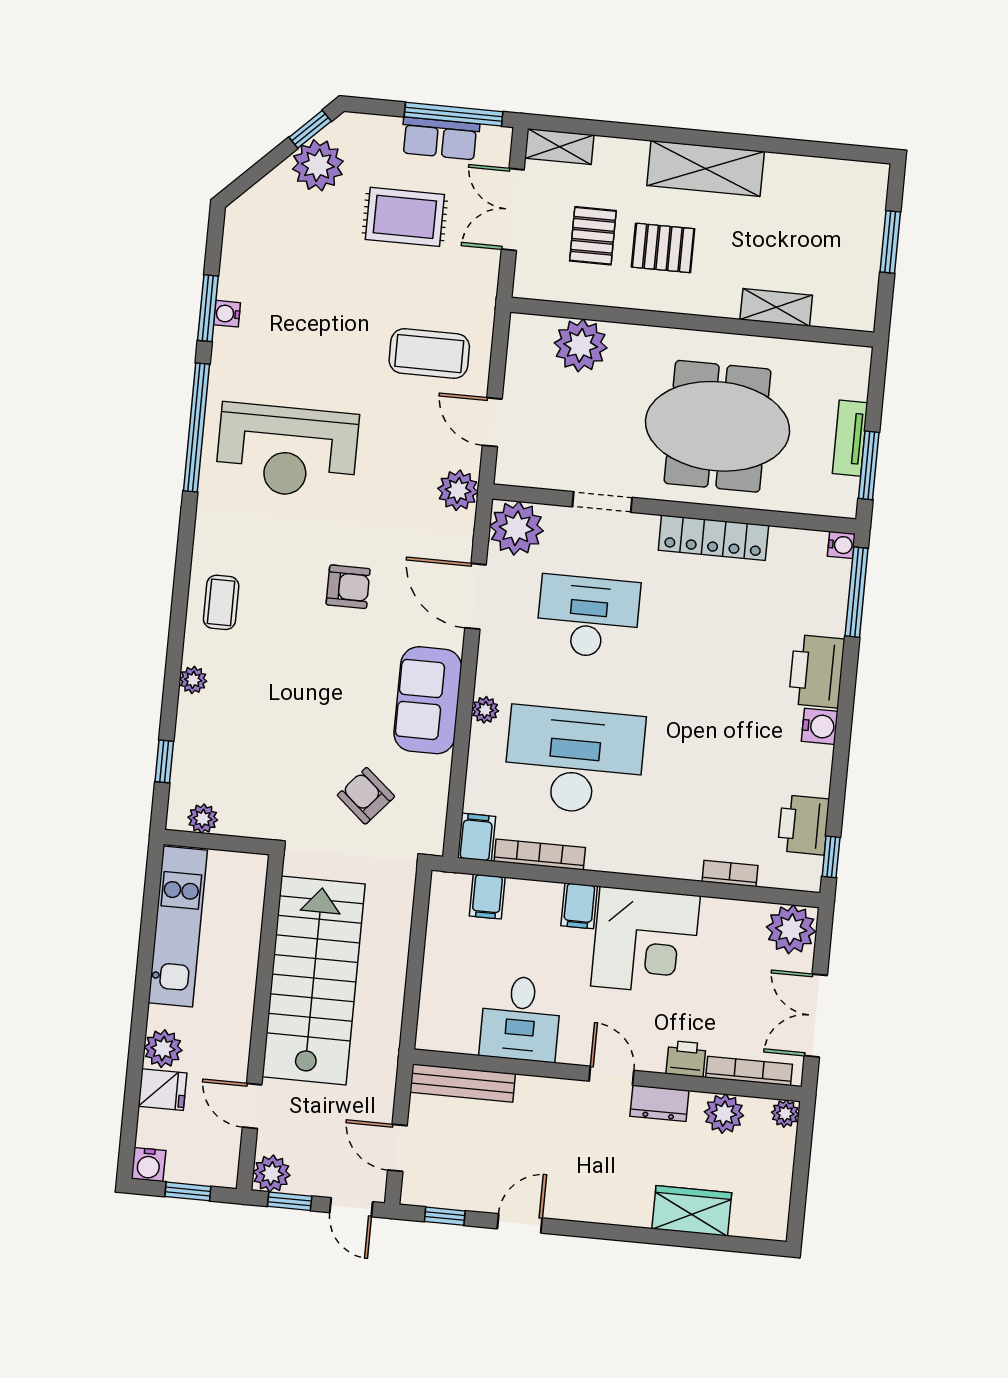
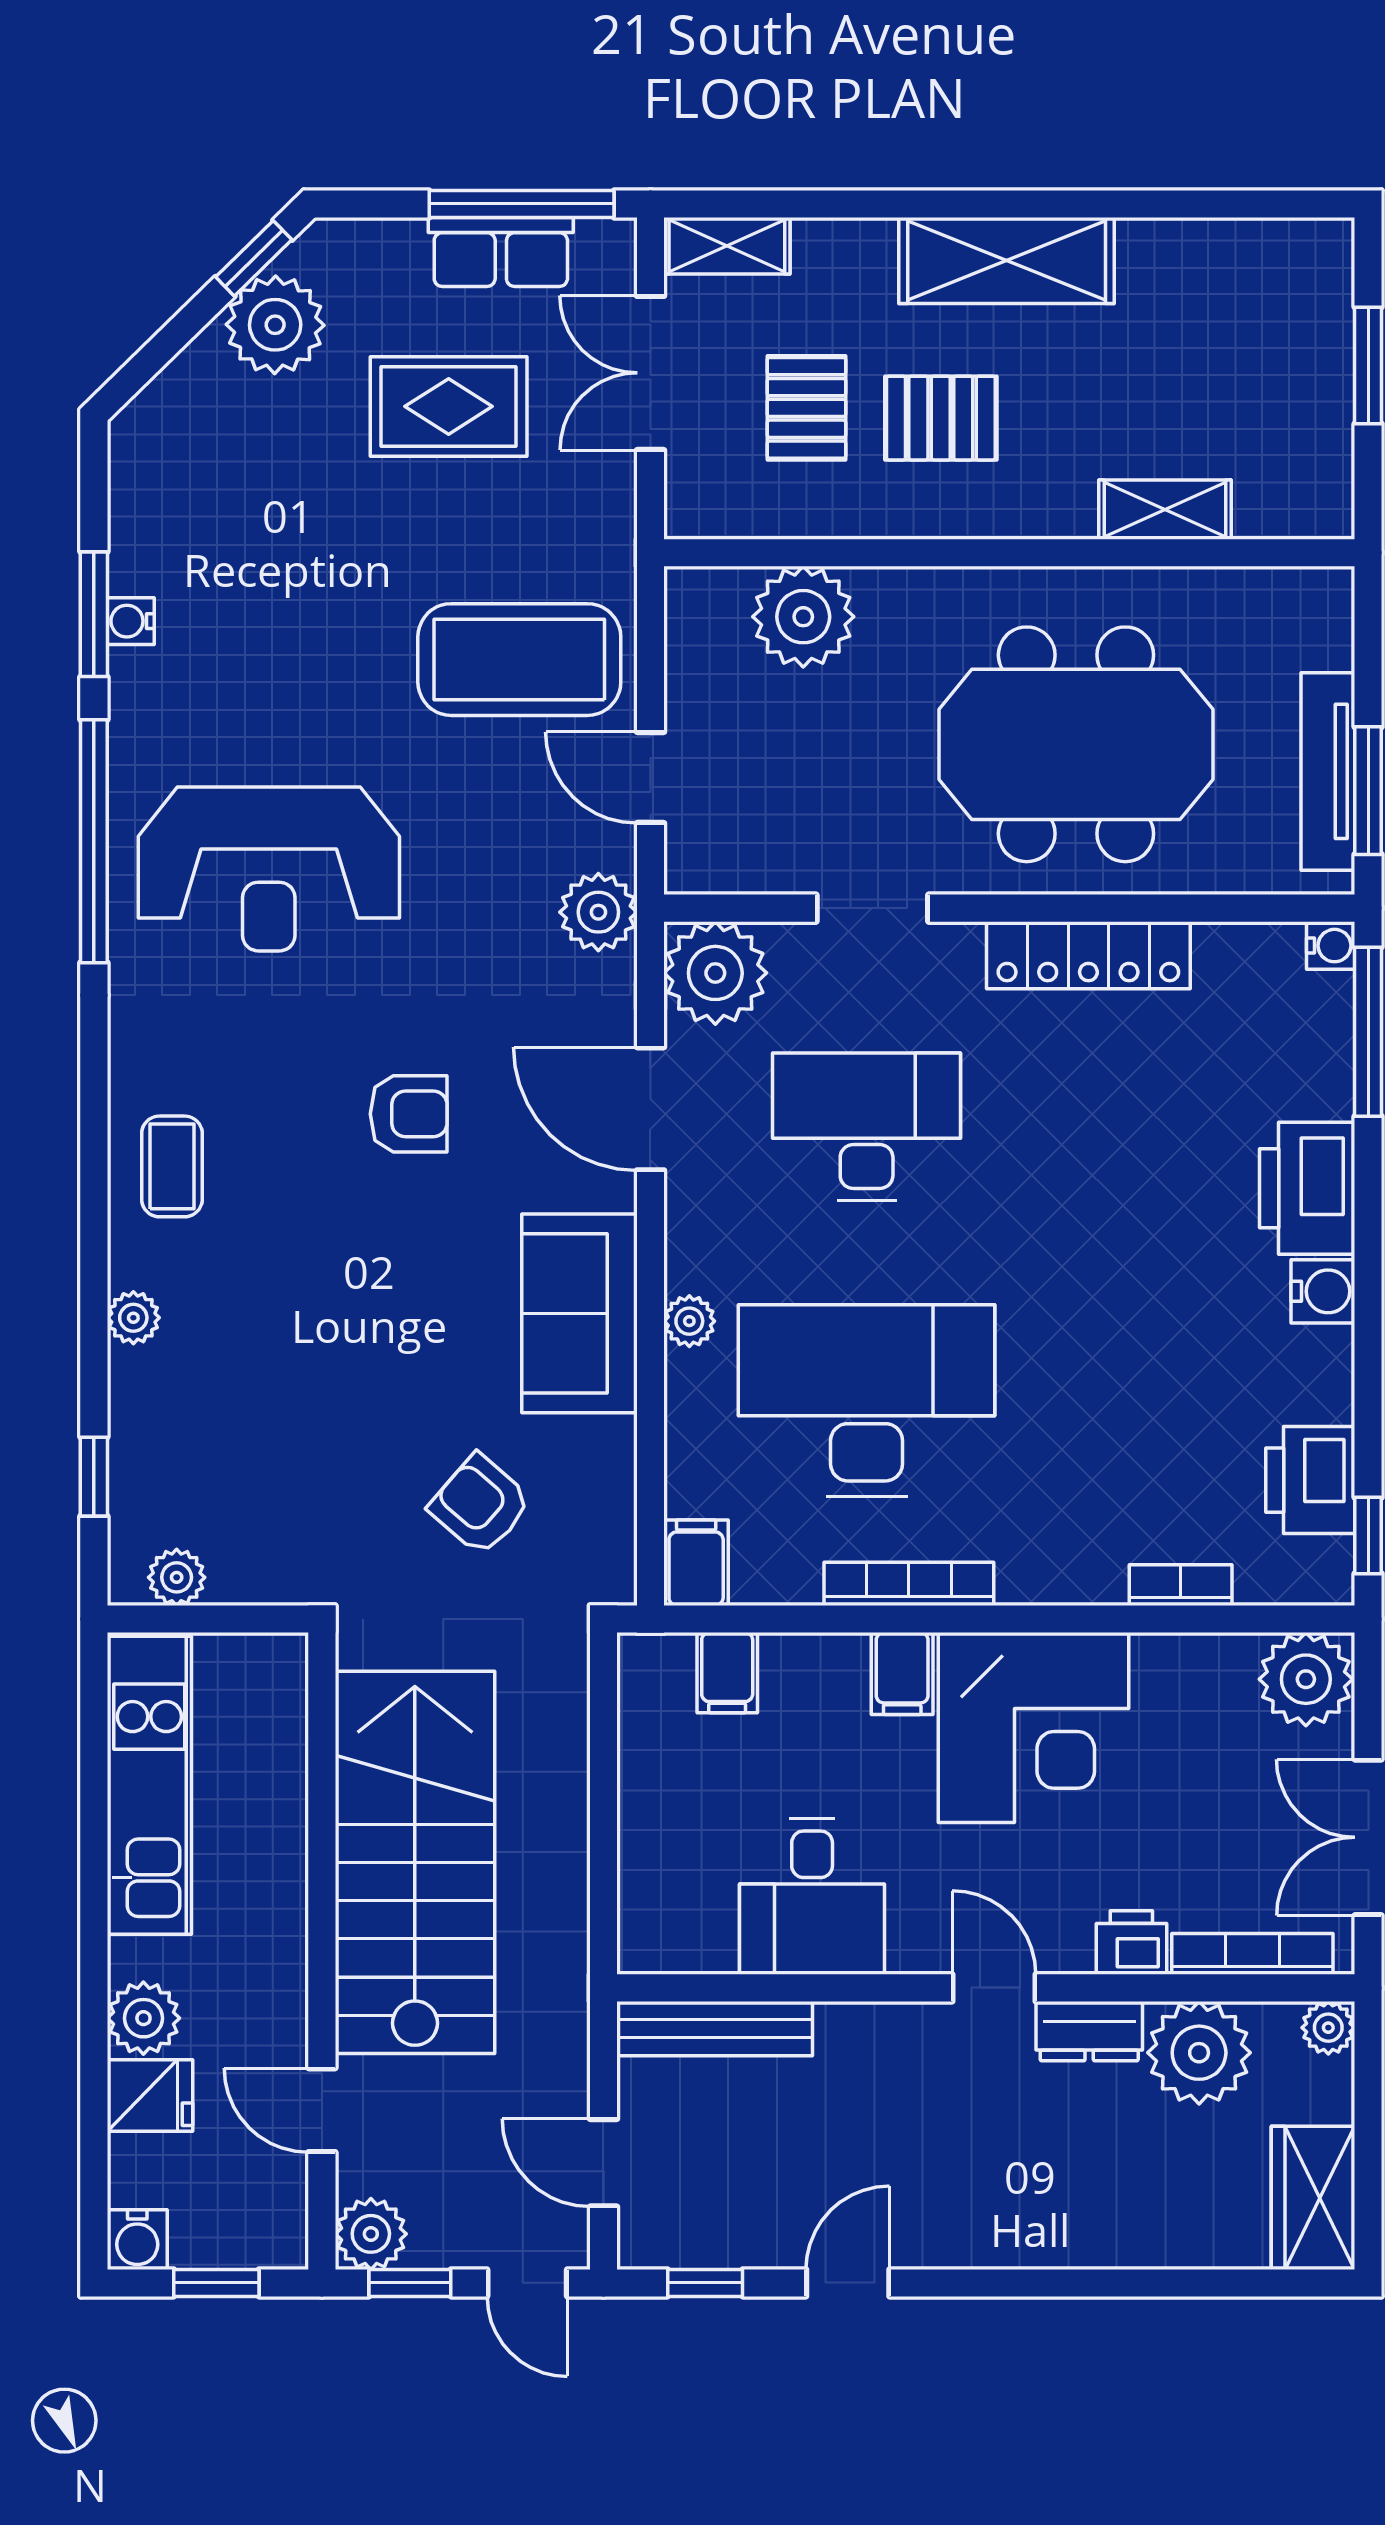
coffee table: (429, 354) -> (519, 660), width x1.36, depth x1.32
tv unit: (850, 438) -> (1328, 771), width x1.41
bookcase: (540, 855) -> (909, 1584), moved
plant: (724, 1114) -> (1199, 2053), width x1.36, depth x1.36
wardrobe: (692, 1211) -> (1313, 2198), moved, turned -90

